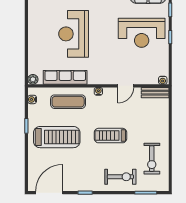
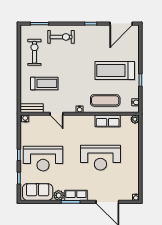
reception desk: (142, 33) -> (43, 159), turned 180
reception desk: (74, 34) -> (100, 158), turned 90
row of seats: (65, 77) -> (108, 121), width x0.68
door: (126, 86) -> (56, 114), swing flipped
treadmill: (110, 136) -> (44, 83), moved
exercise bike: (120, 177) -> (61, 37), turned 180

